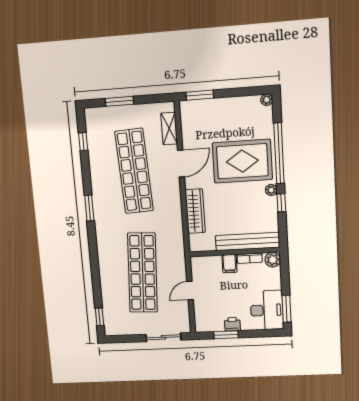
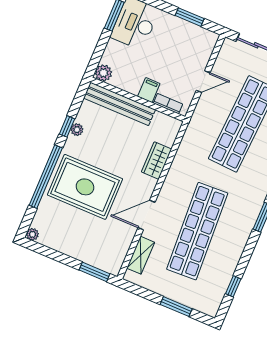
plant: (271, 190) -> (77, 130), moved
wardrobe: (195, 211) -> (156, 161), width x0.67
bookcase: (250, 258) -> (168, 104), moved
printer: (232, 324) -> (177, 25), removed

